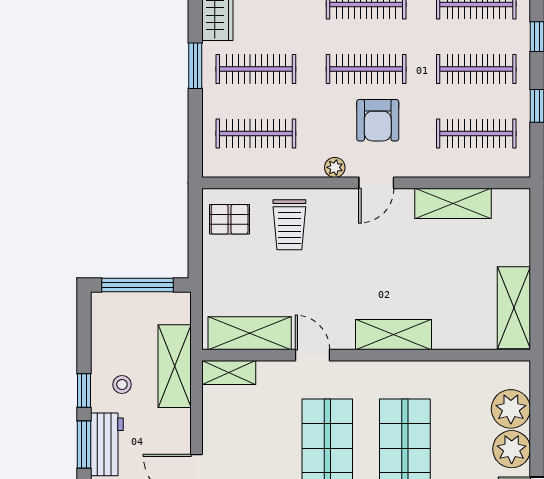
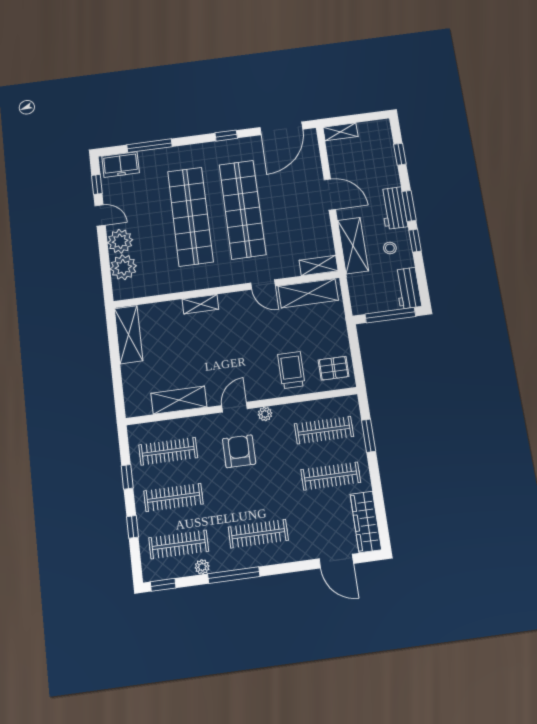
window: (195, 66) -> (369, 436), moved
clothes rail: (366, 69) -> (252, 487), removed
workbench: (106, 321) -> (408, 288), added
shelving: (393, 335) -> (200, 304), width x0.67, depth x0.75
shelving: (175, 366) -> (353, 246), moved

